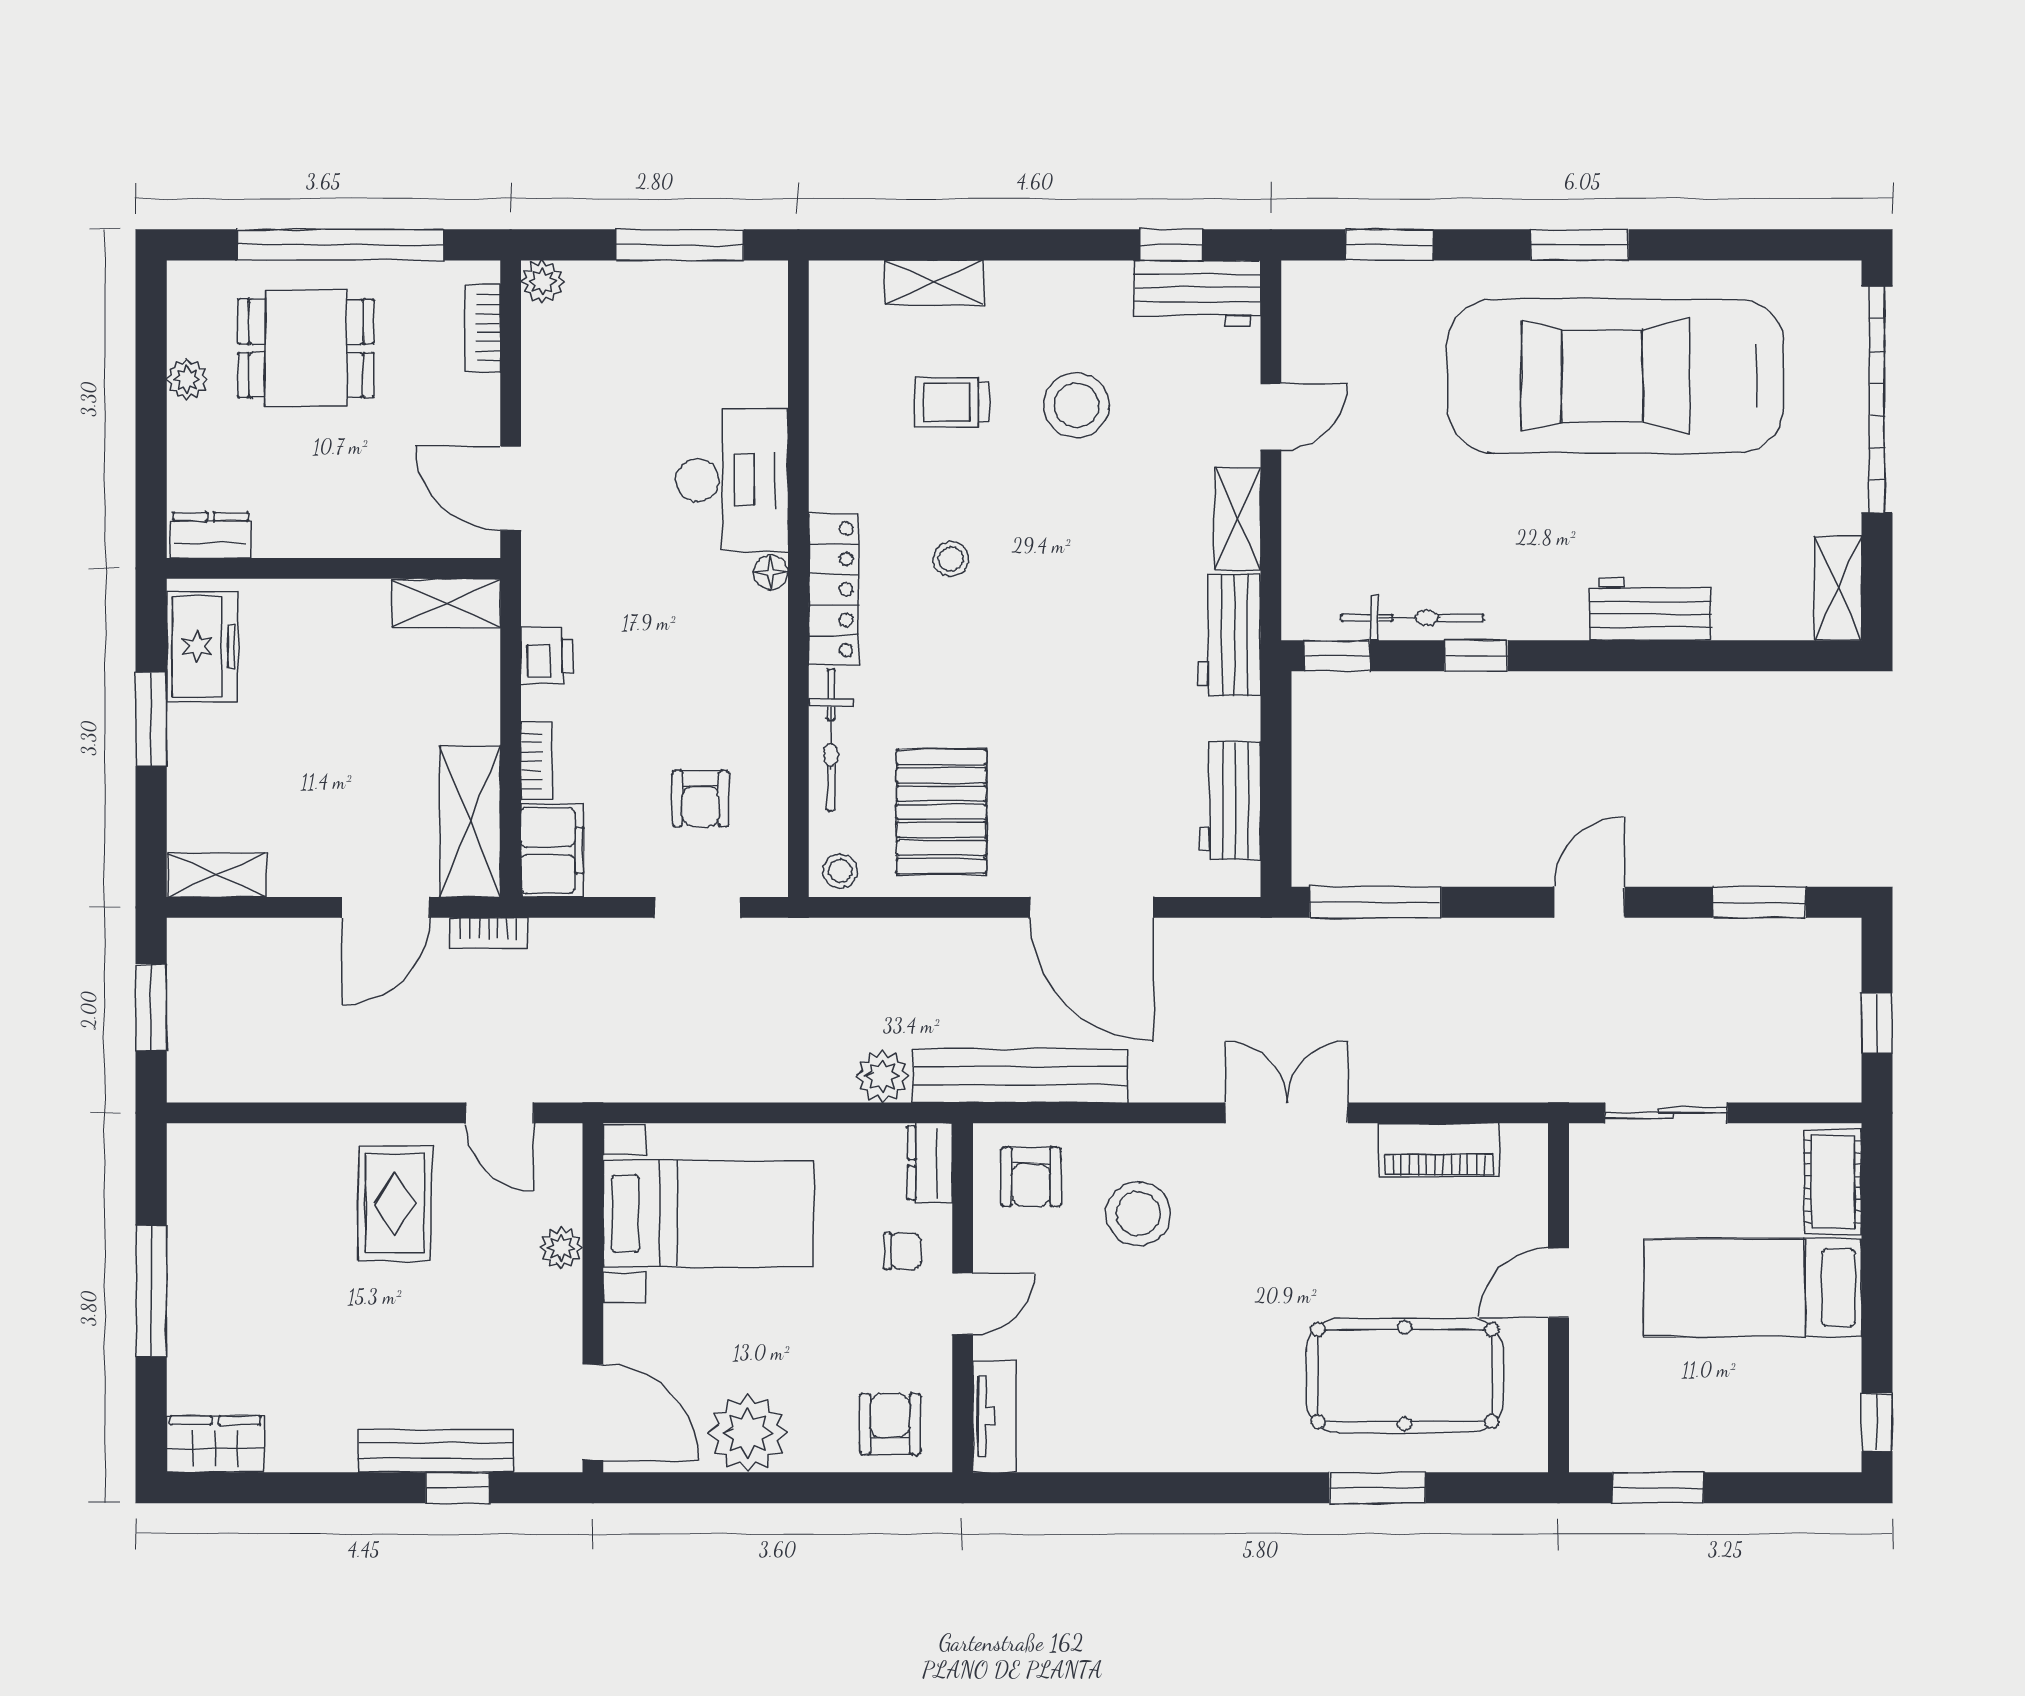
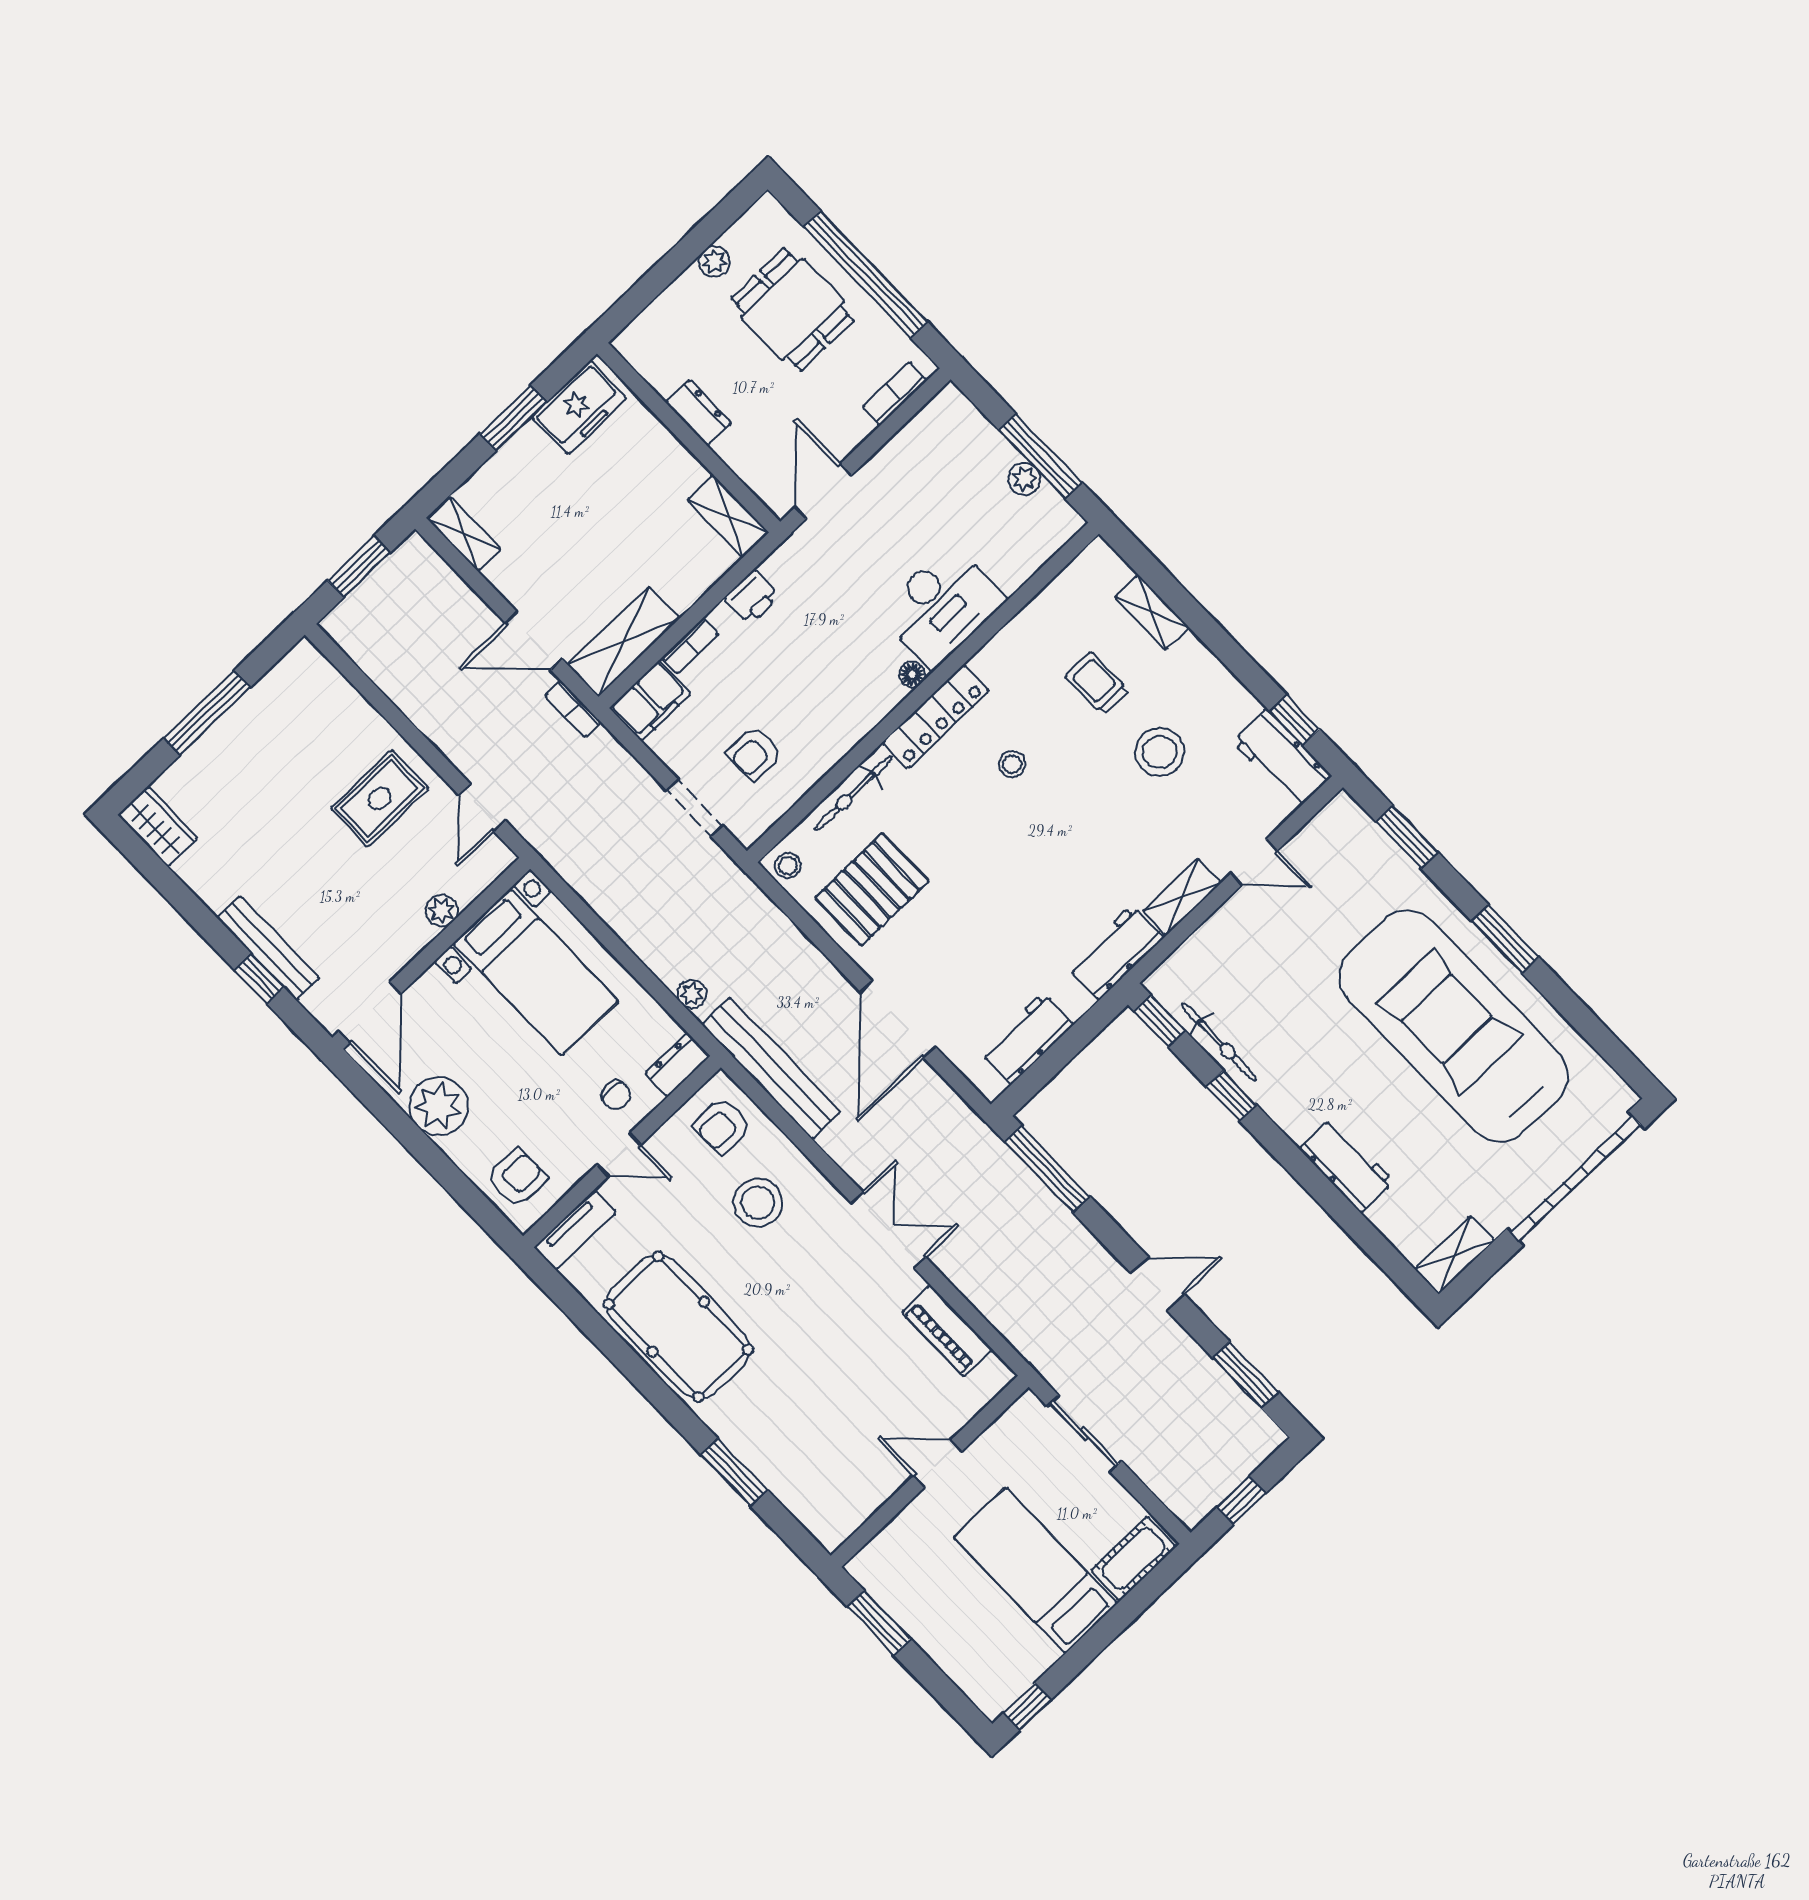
plant: (542, 282) -> (1024, 479), moved
dresser: (211, 535) -> (699, 413), moved
plant: (882, 1076) -> (692, 994), width x0.73, depth x0.73
pool table: (1405, 1375) -> (678, 1327), moved

